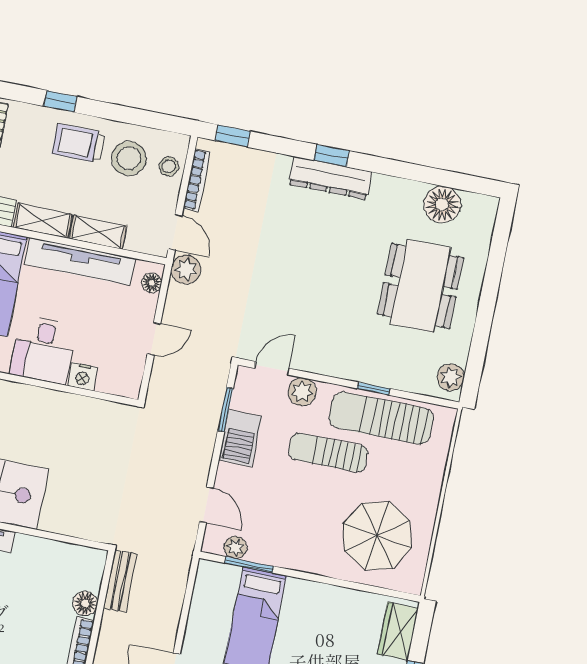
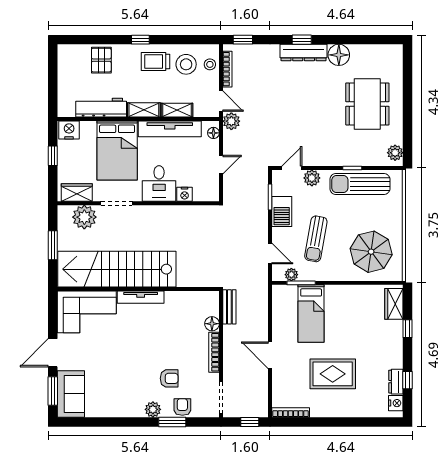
floor lamp: (442, 204) -> (339, 55), moved
sun lounger: (328, 452) -> (316, 239), moved, turned -80

